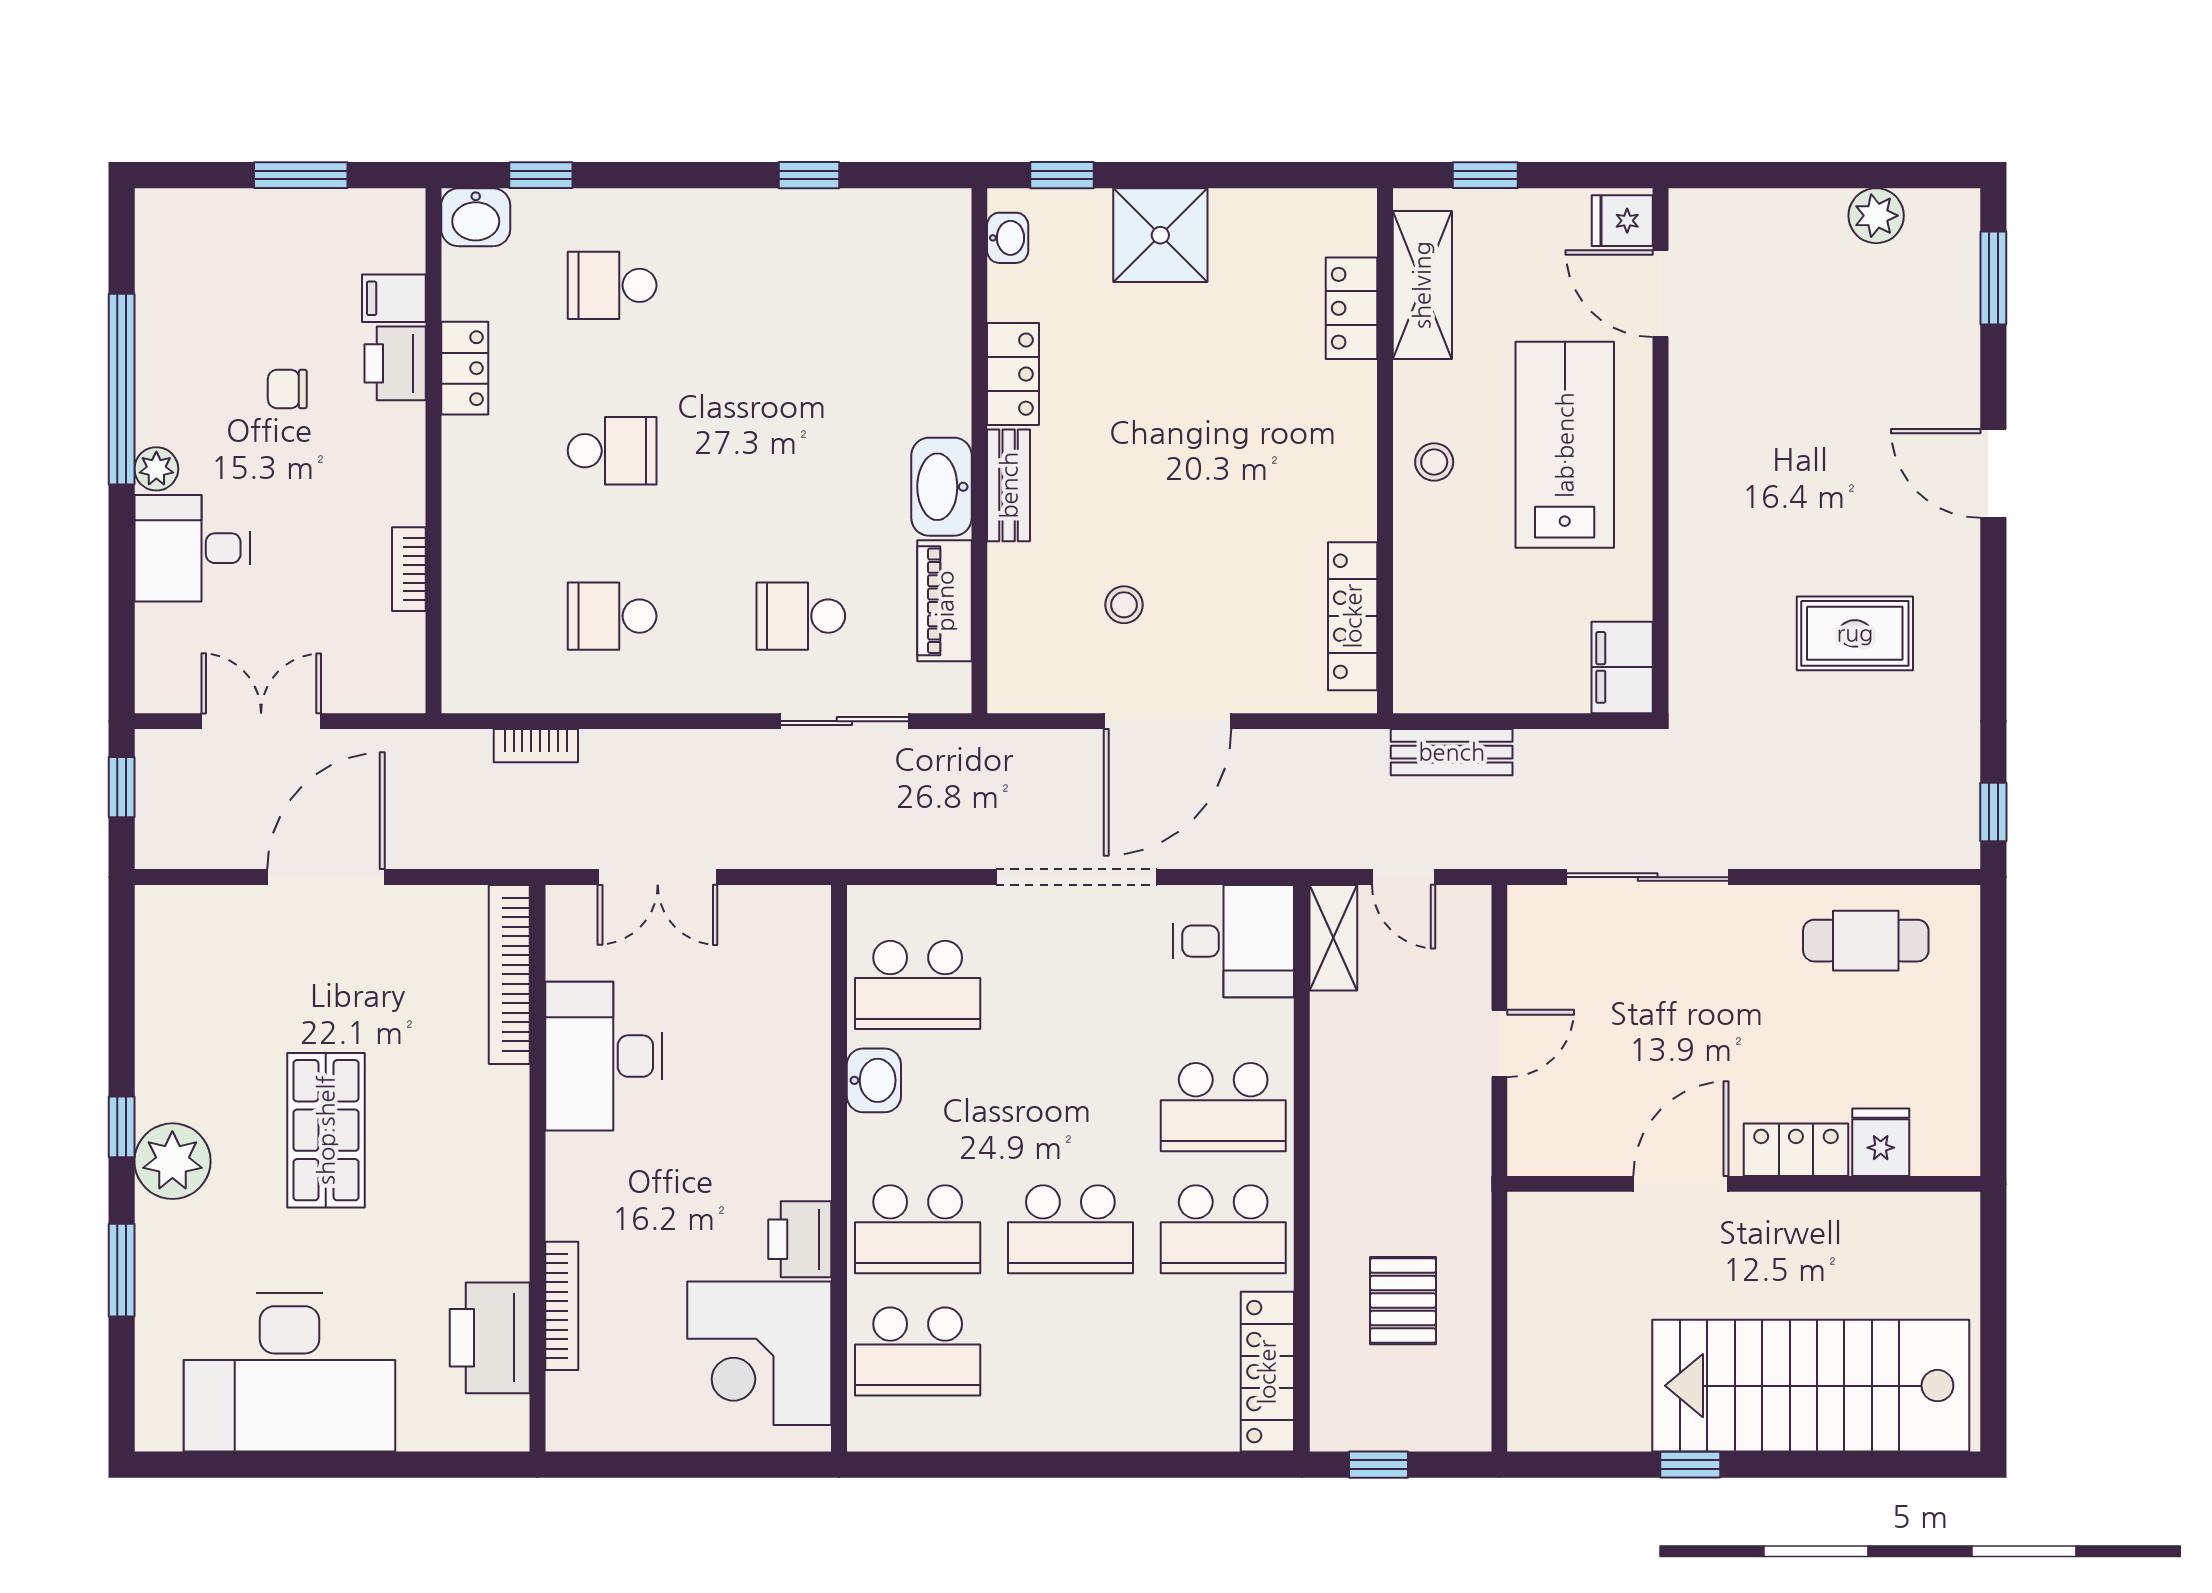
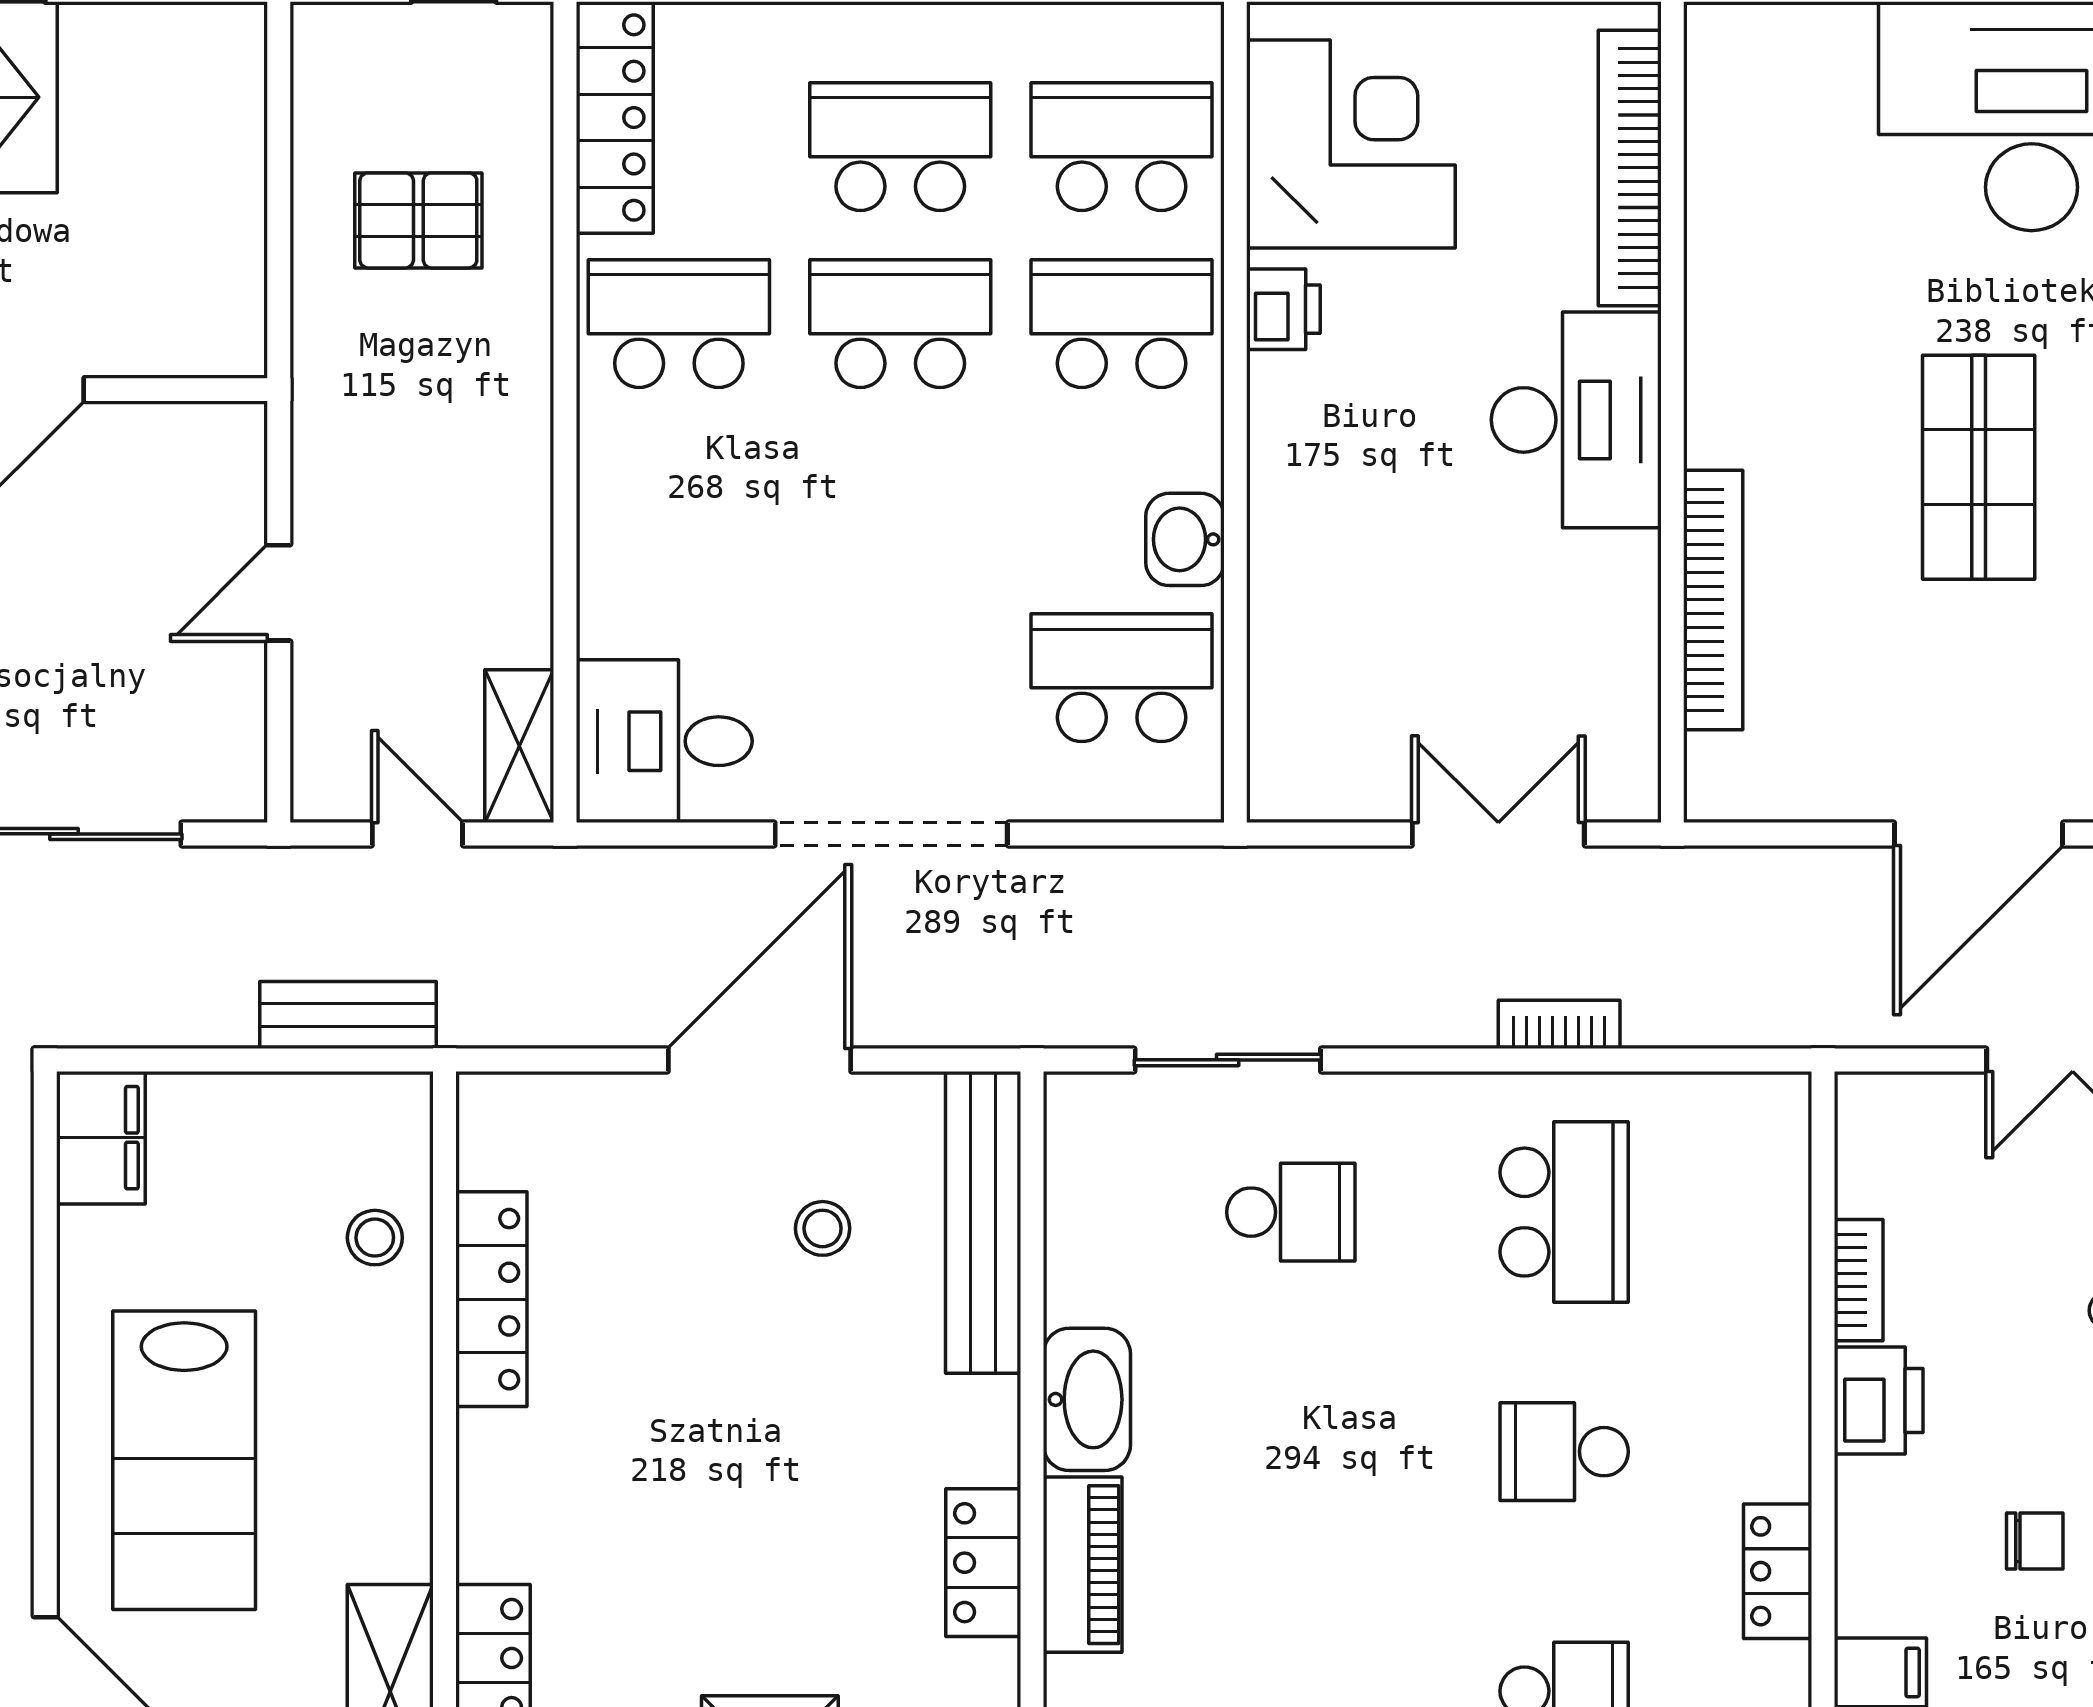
printer: (395, 363) -> (1879, 1401), moved
stool: (1434, 462) -> (375, 1238), moved
bench: (1009, 485) -> (983, 1222), moved, width x1.86, depth x1.21
piano: (945, 601) -> (1083, 1565), moved
school desk: (612, 616) -> (1564, 1212), width x1.85
locker: (1353, 616) -> (491, 1299), moved
bookcase: (536, 746) -> (1559, 1024), moved
bookcase: (509, 974) -> (1713, 600), moved
desk: (604, 1056) -> (1576, 420), moved
school desk: (1223, 1107) -> (900, 147), moved
printer: (800, 1239) -> (1283, 309), width x0.73, depth x0.81
pallet: (1403, 1301) -> (418, 220), turned 90
bookcase: (562, 1306) -> (1630, 168), width x1.48, depth x1.31
printer: (490, 1338) -> (1741, 166), removed

